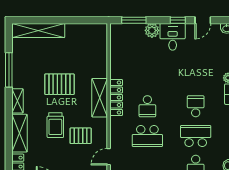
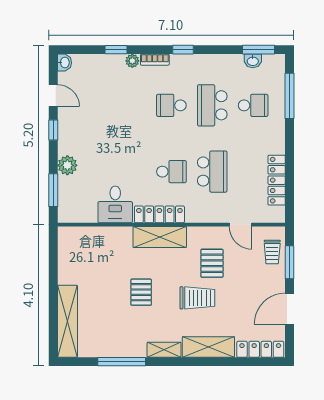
desk: (173, 37) -> (115, 204), moved, turned -90
pallet: (59, 84) -> (141, 292), width x0.67, depth x0.71

